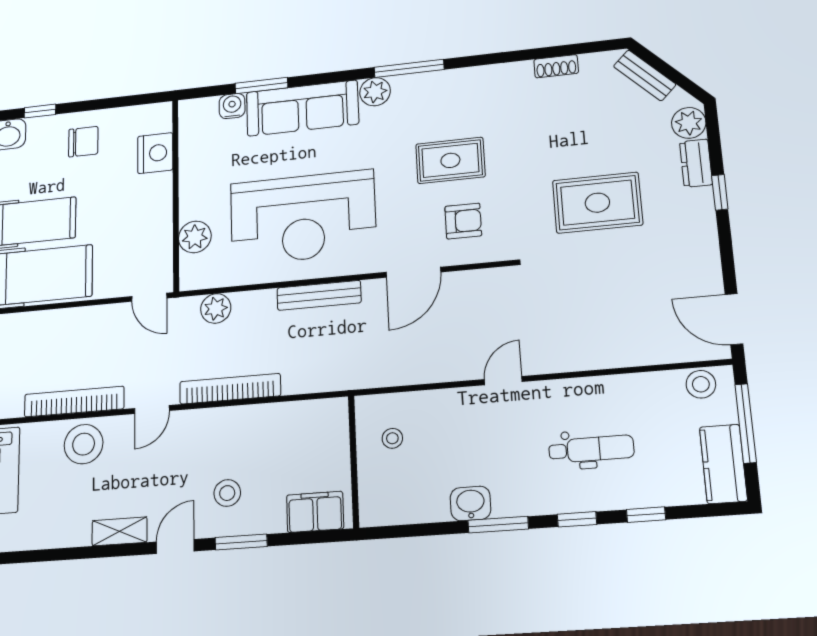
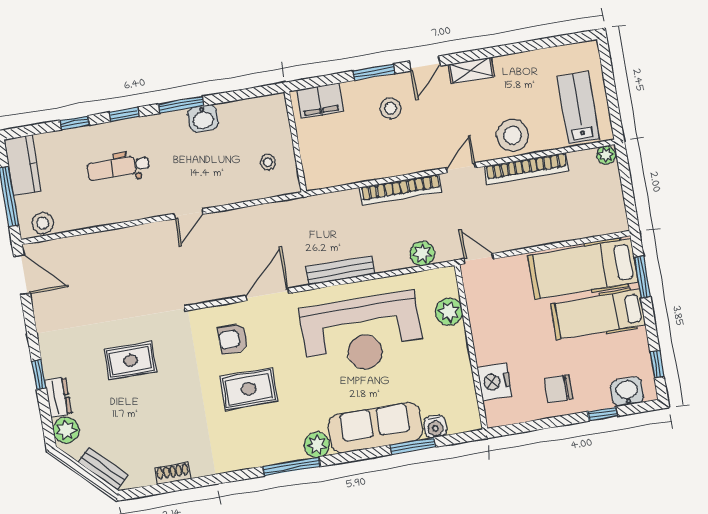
rug: (597, 203) -> (130, 360), width x0.73, depth x0.70
reception desk: (303, 218) -> (362, 334), turned 180

